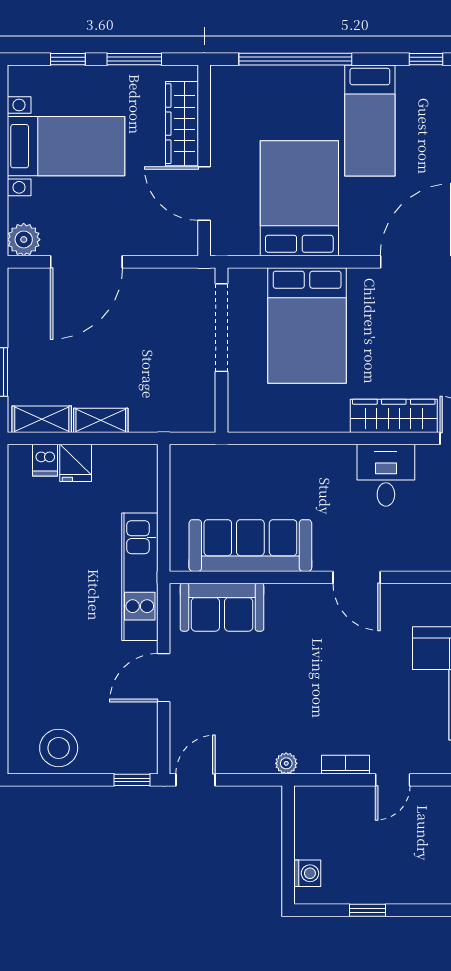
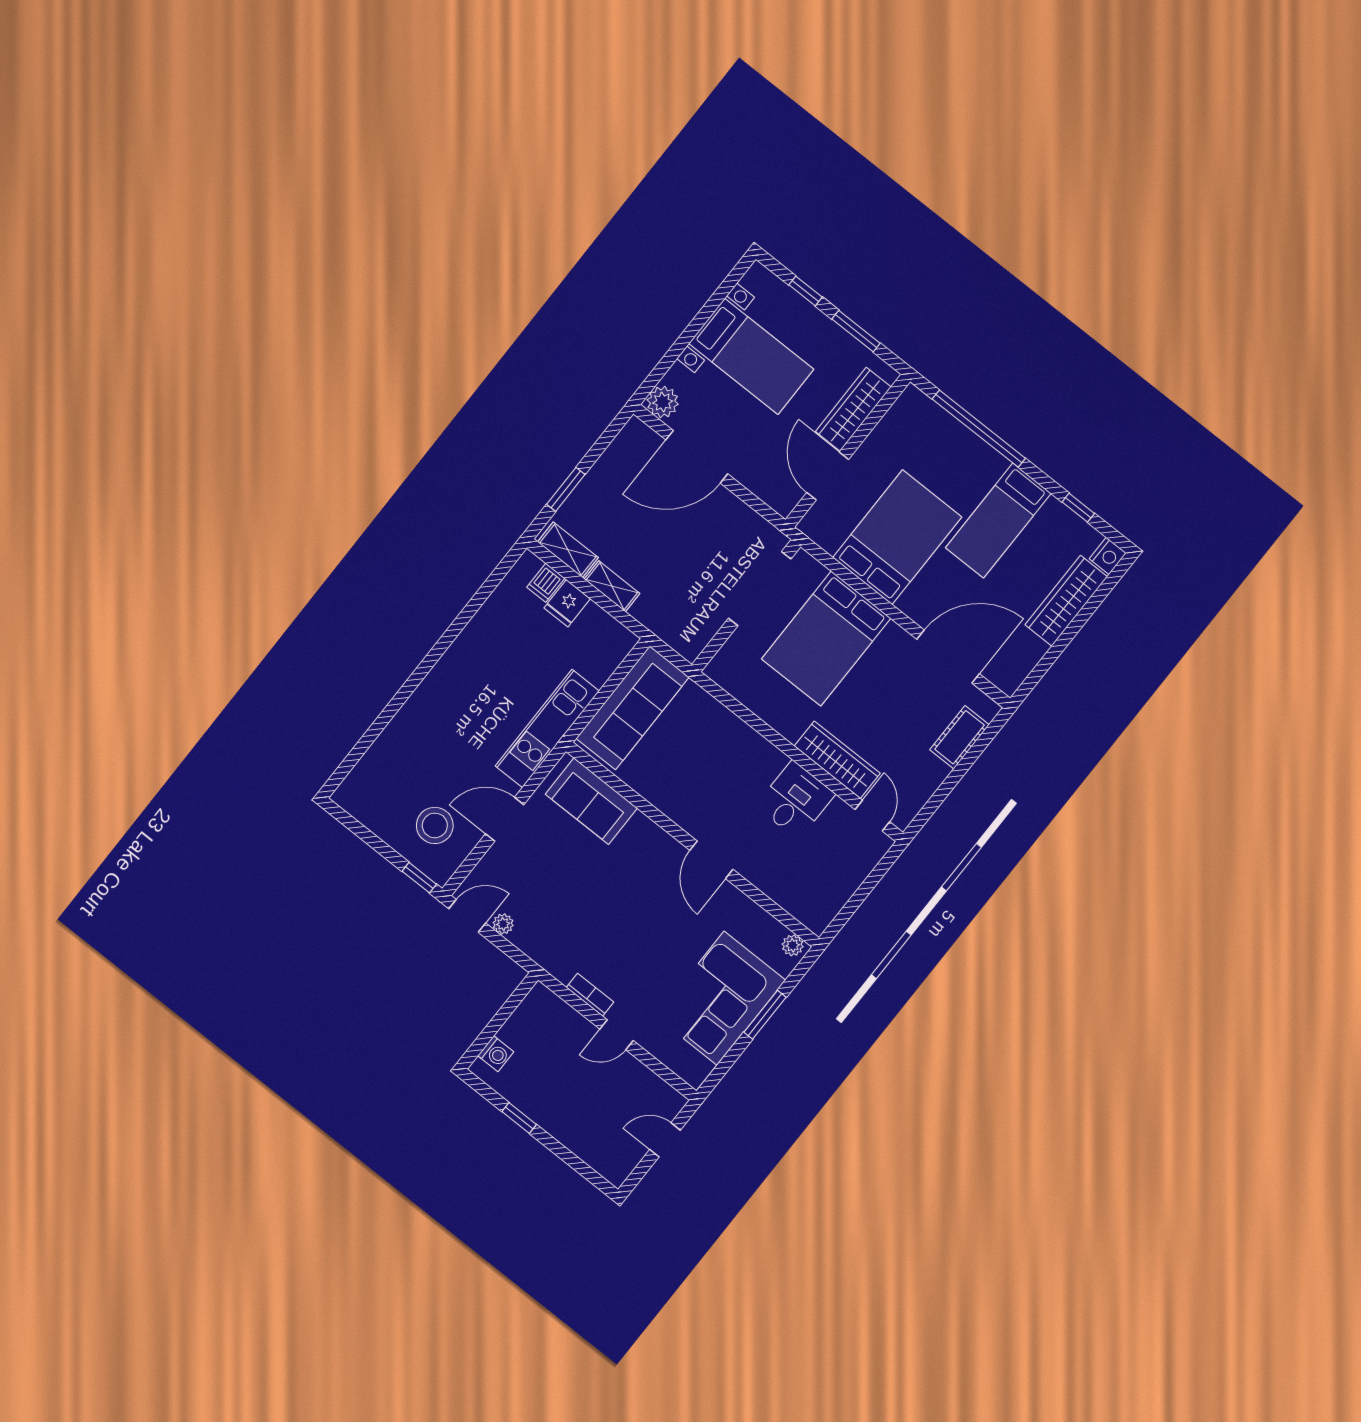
sofa: (250, 546) -> (633, 708), moved, turned 90
stool: (59, 748) -> (435, 825), moved
plant: (286, 763) -> (503, 924), moved

